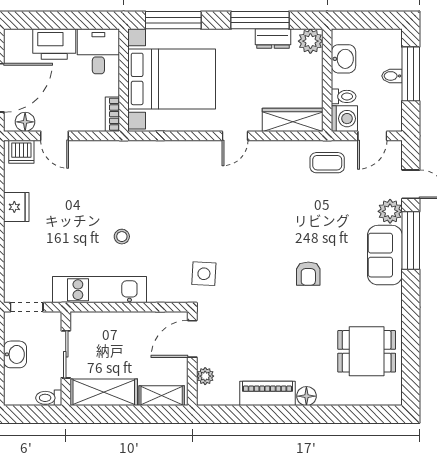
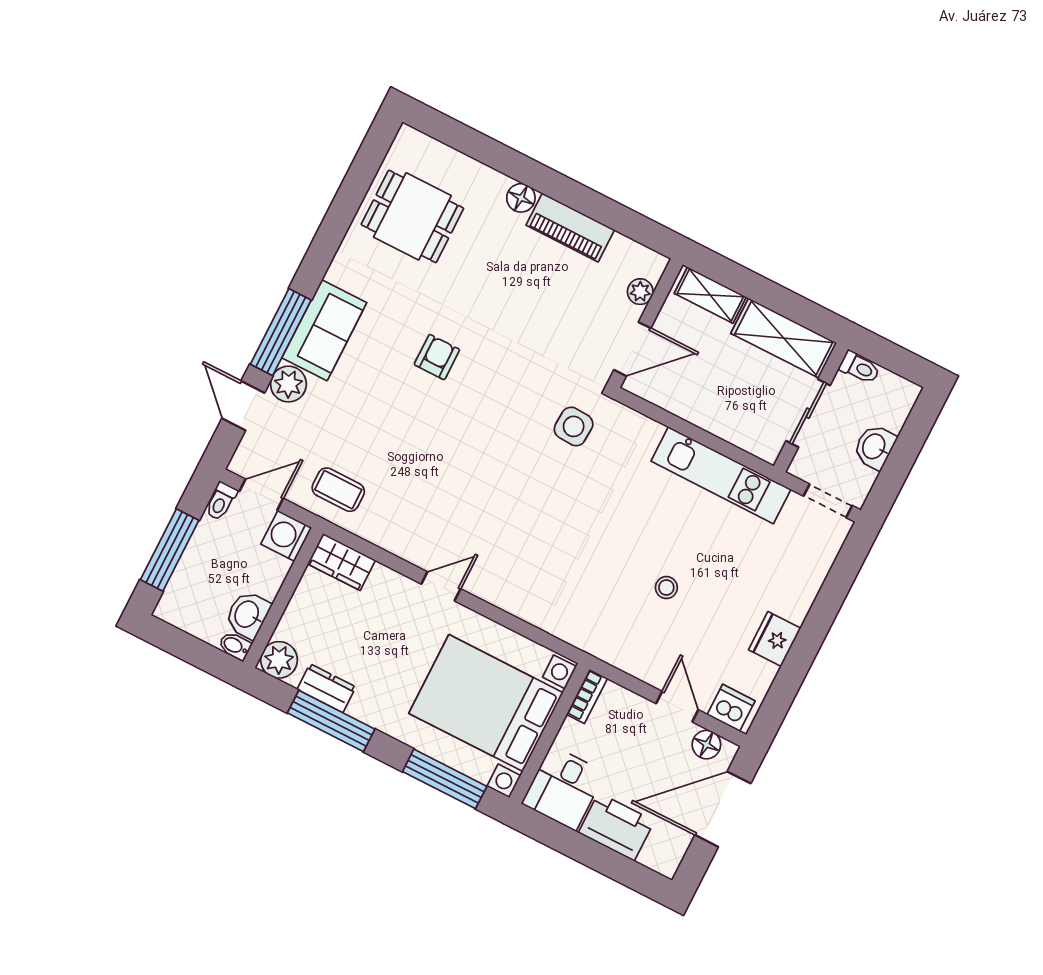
bidet: (392, 76) -> (235, 646), moved, turned 180
toilet: (344, 96) -> (221, 501), moved, turned -90
wardrobe: (293, 120) -> (342, 562), width x0.67
stool: (122, 237) -> (666, 588), moved

